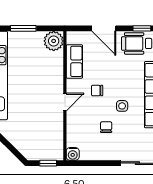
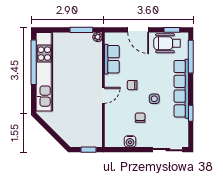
window: (23, 28) -> (81, 30), moved
plant: (54, 41) -> (98, 37), width x0.53, depth x0.53
water cooler: (73, 154) -> (130, 141), moved

